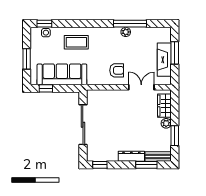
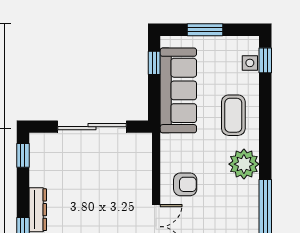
plant: (126, 32) -> (244, 164), moved, width x1.87, depth x1.87
armchair: (117, 70) -> (185, 184), turned -90

